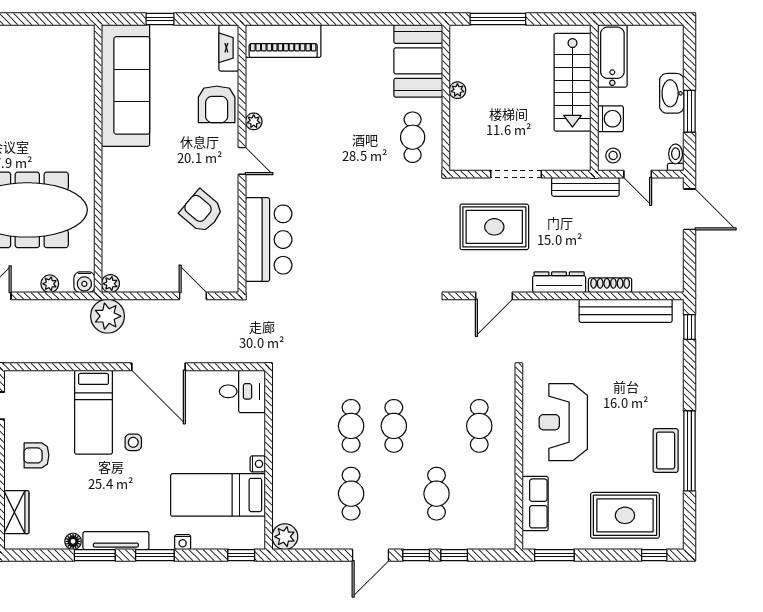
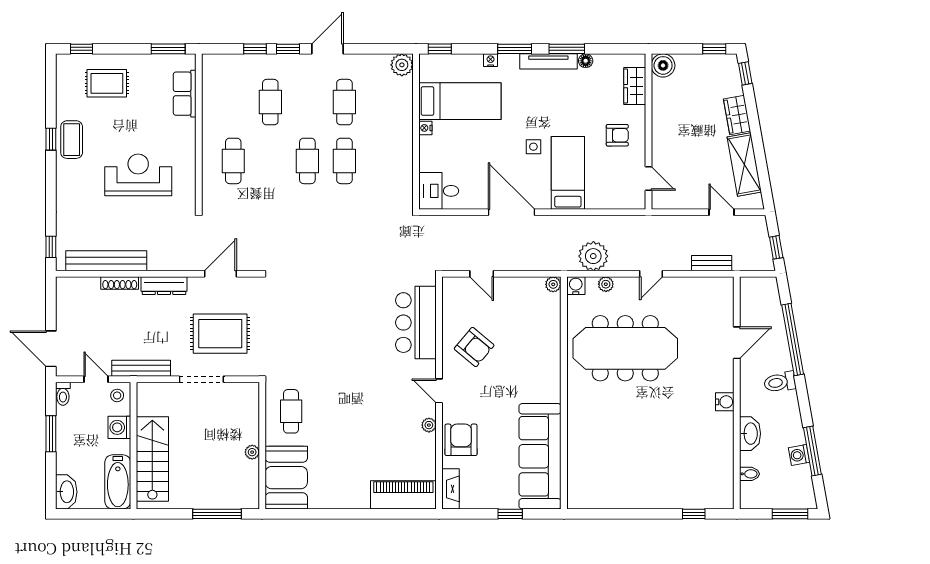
washbasin: (672, 93) -> (66, 492), moved
plant: (107, 316) -> (593, 256), moved
reception desk: (563, 422) -> (138, 175), moved, turned -90
window: (689, 451) -> (51, 139), width x0.32
rug: (625, 515) -> (107, 83), width x0.73, depth x0.70

